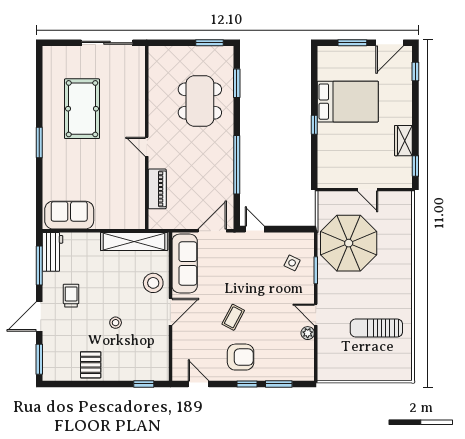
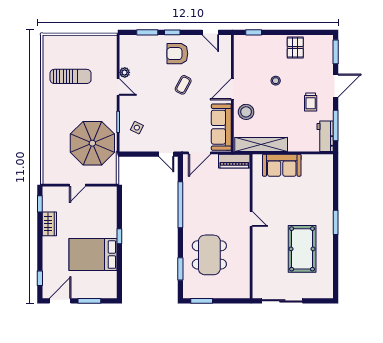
piano: (157, 189) -> (234, 161), moved, turned -90
door: (368, 190) -> (77, 185), swing flipped
sofa: (69, 215) -> (282, 165), moved

